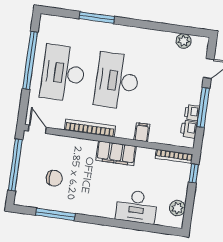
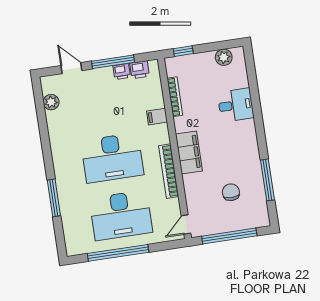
filing cabinet: (116, 153) -> (189, 153), moved
bookcase: (174, 156) -> (175, 97), moved
desk: (137, 207) -> (236, 105), width x0.73

